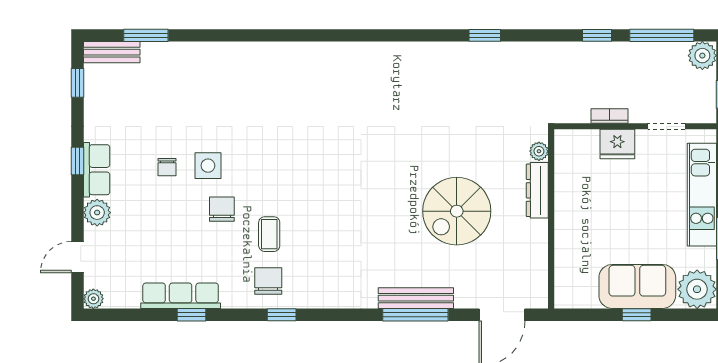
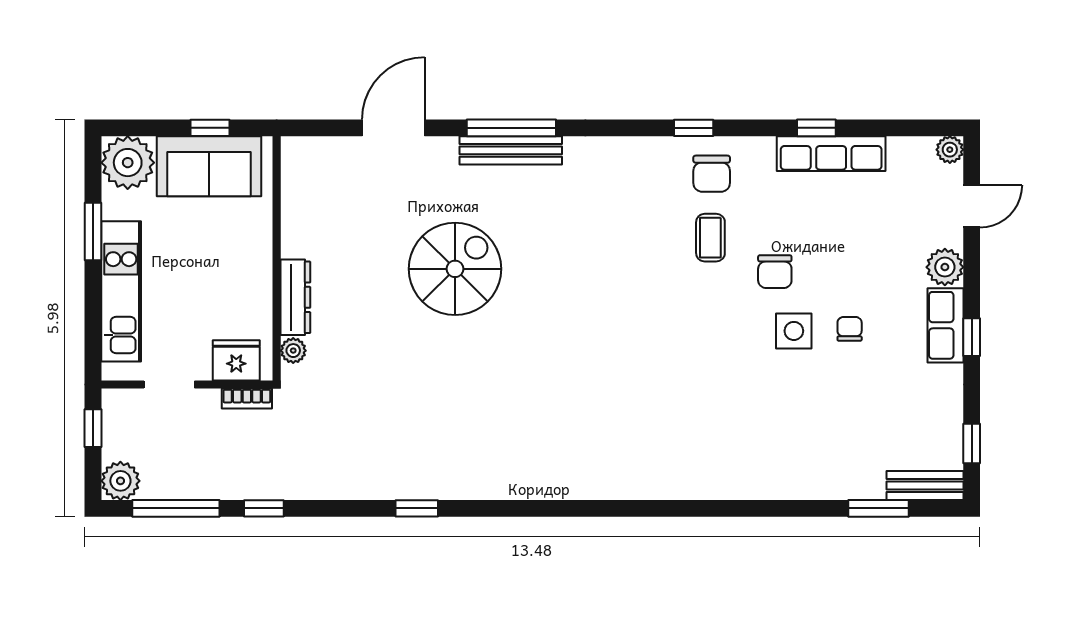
plant: (539, 151) -> (293, 351), moved
dresser: (537, 190) -> (295, 297), moved
wall: (551, 219) -> (277, 258), moved

